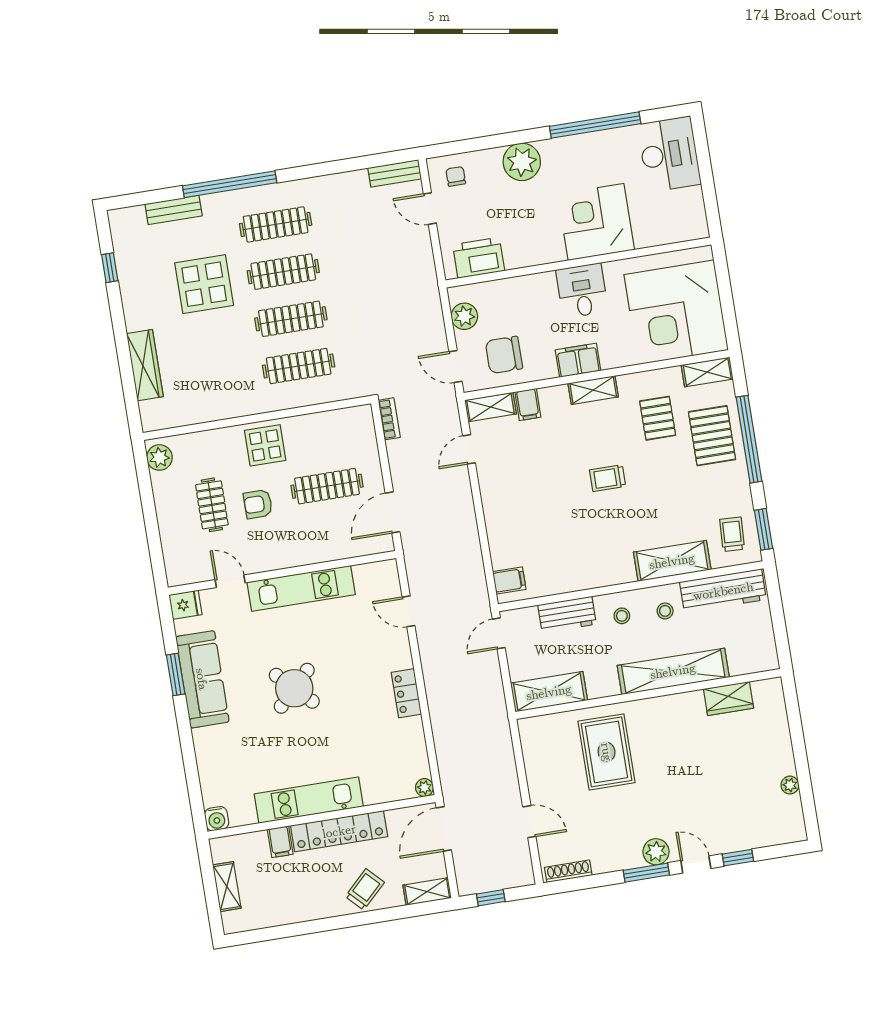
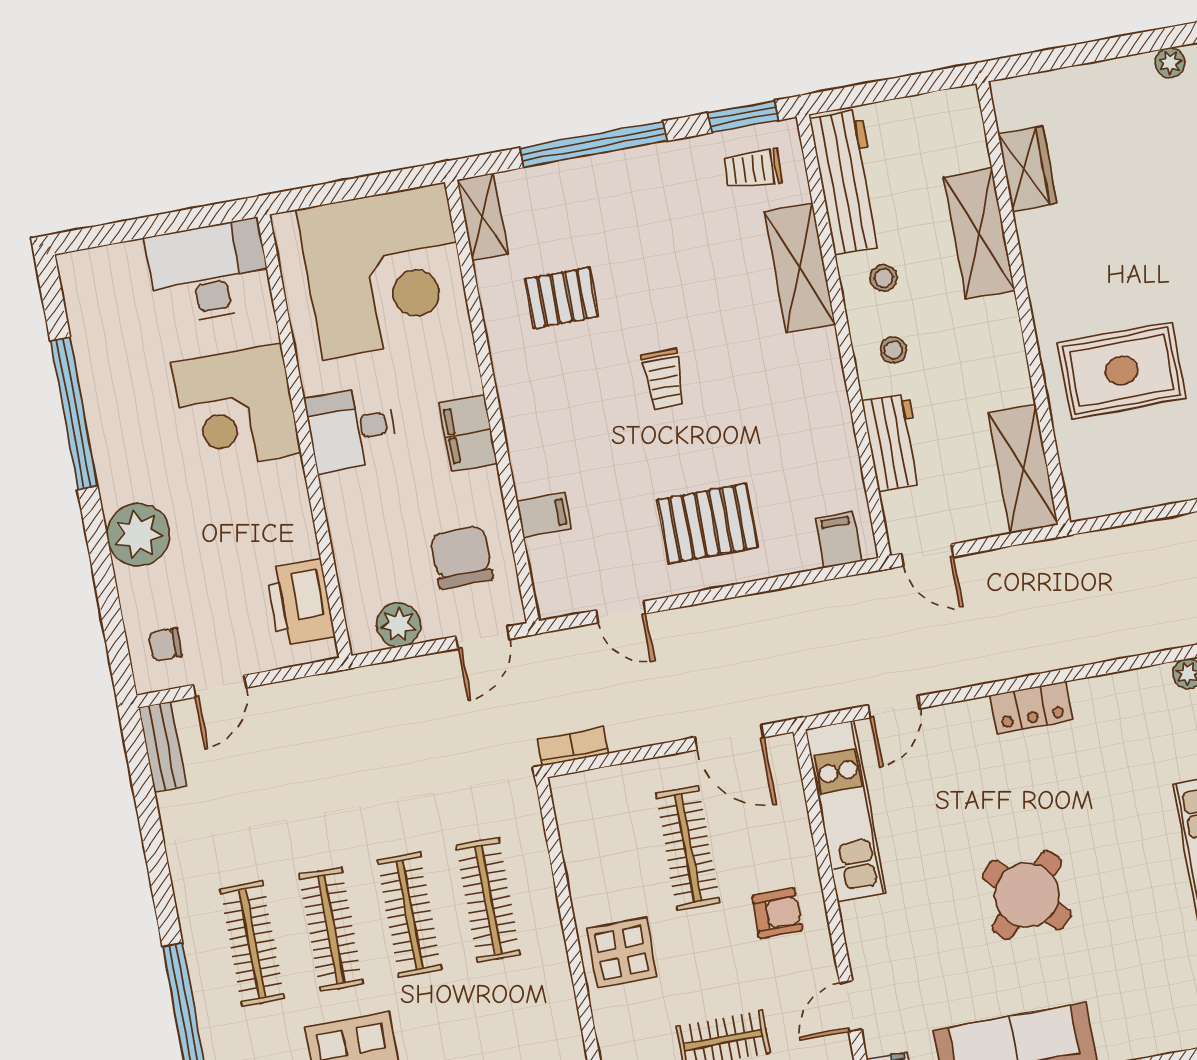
desk: (669, 154) -> (209, 272), moved
chair: (504, 355) -> (462, 557), turned 180
shelving: (593, 390) -> (517, 407), removed
shelving: (491, 407) -> (549, 578), removed
pallet: (712, 436) -> (707, 524), moved
armchair: (258, 504) -> (777, 913), moved, turned -90
kitchen unit: (301, 588) -> (846, 811), moved
shelving: (673, 671) -> (979, 234), width x0.68

